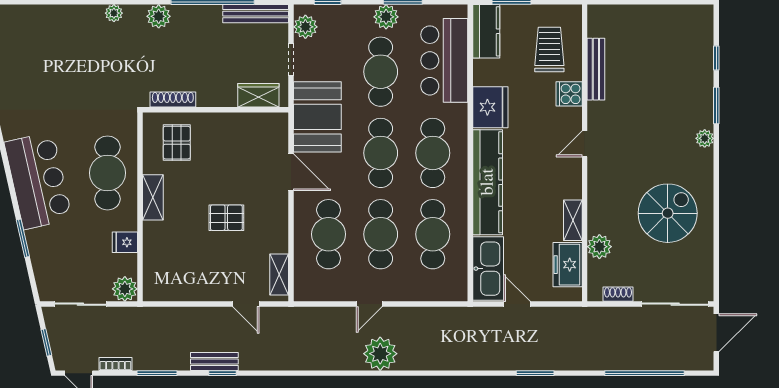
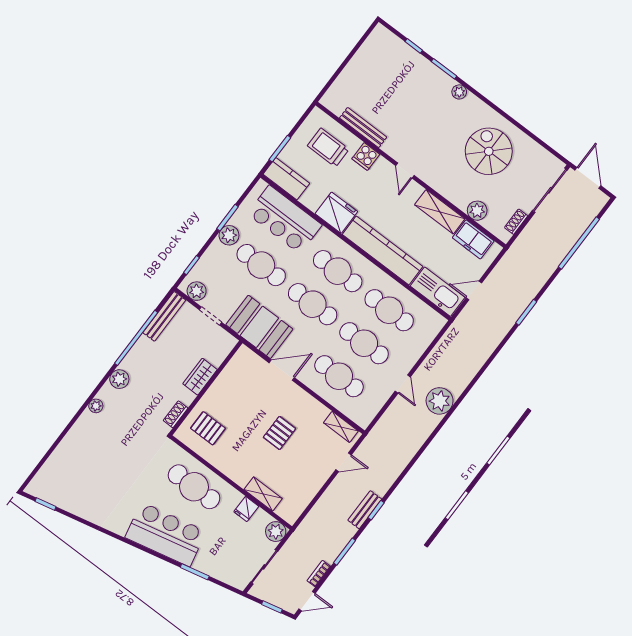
wardrobe: (258, 95) -> (200, 377), moved
shoe rack: (173, 99) -> (176, 414), width x0.70
shelving: (153, 197) -> (263, 494), moved
shelving: (573, 220) -> (440, 212), width x1.50, depth x1.33

